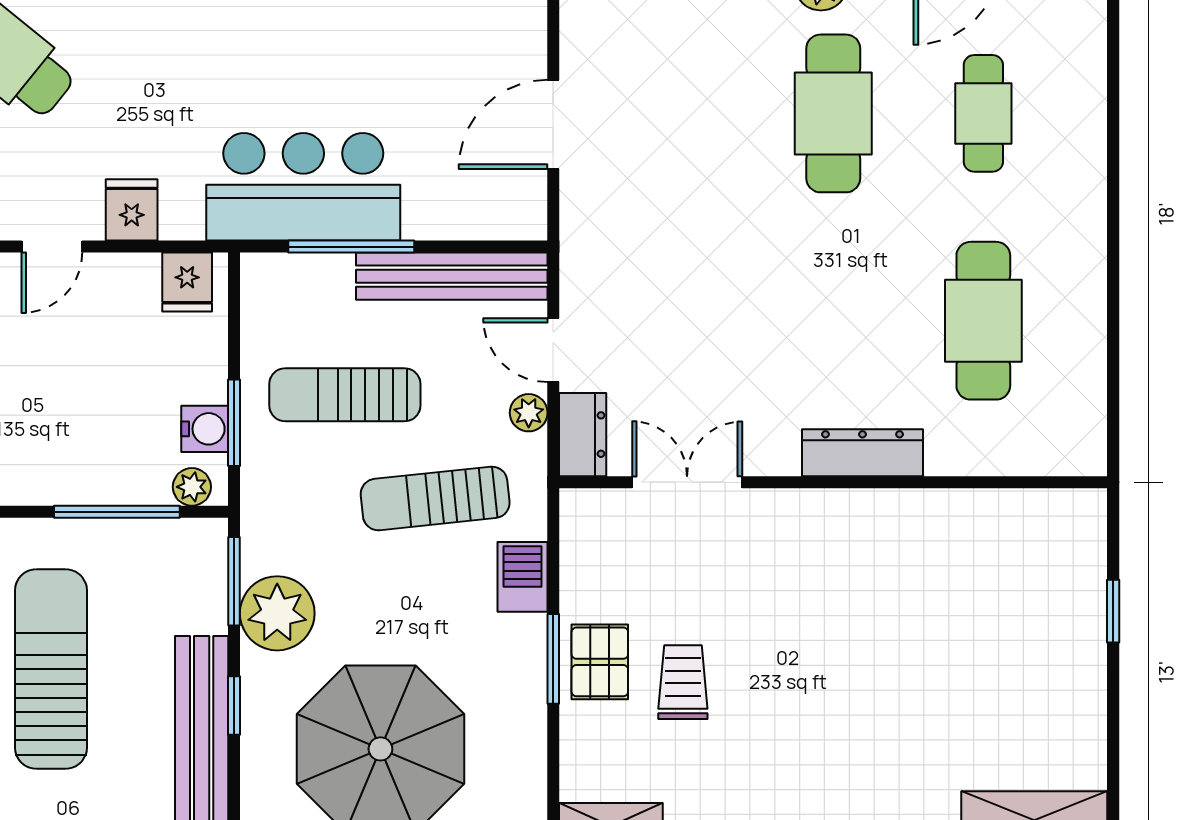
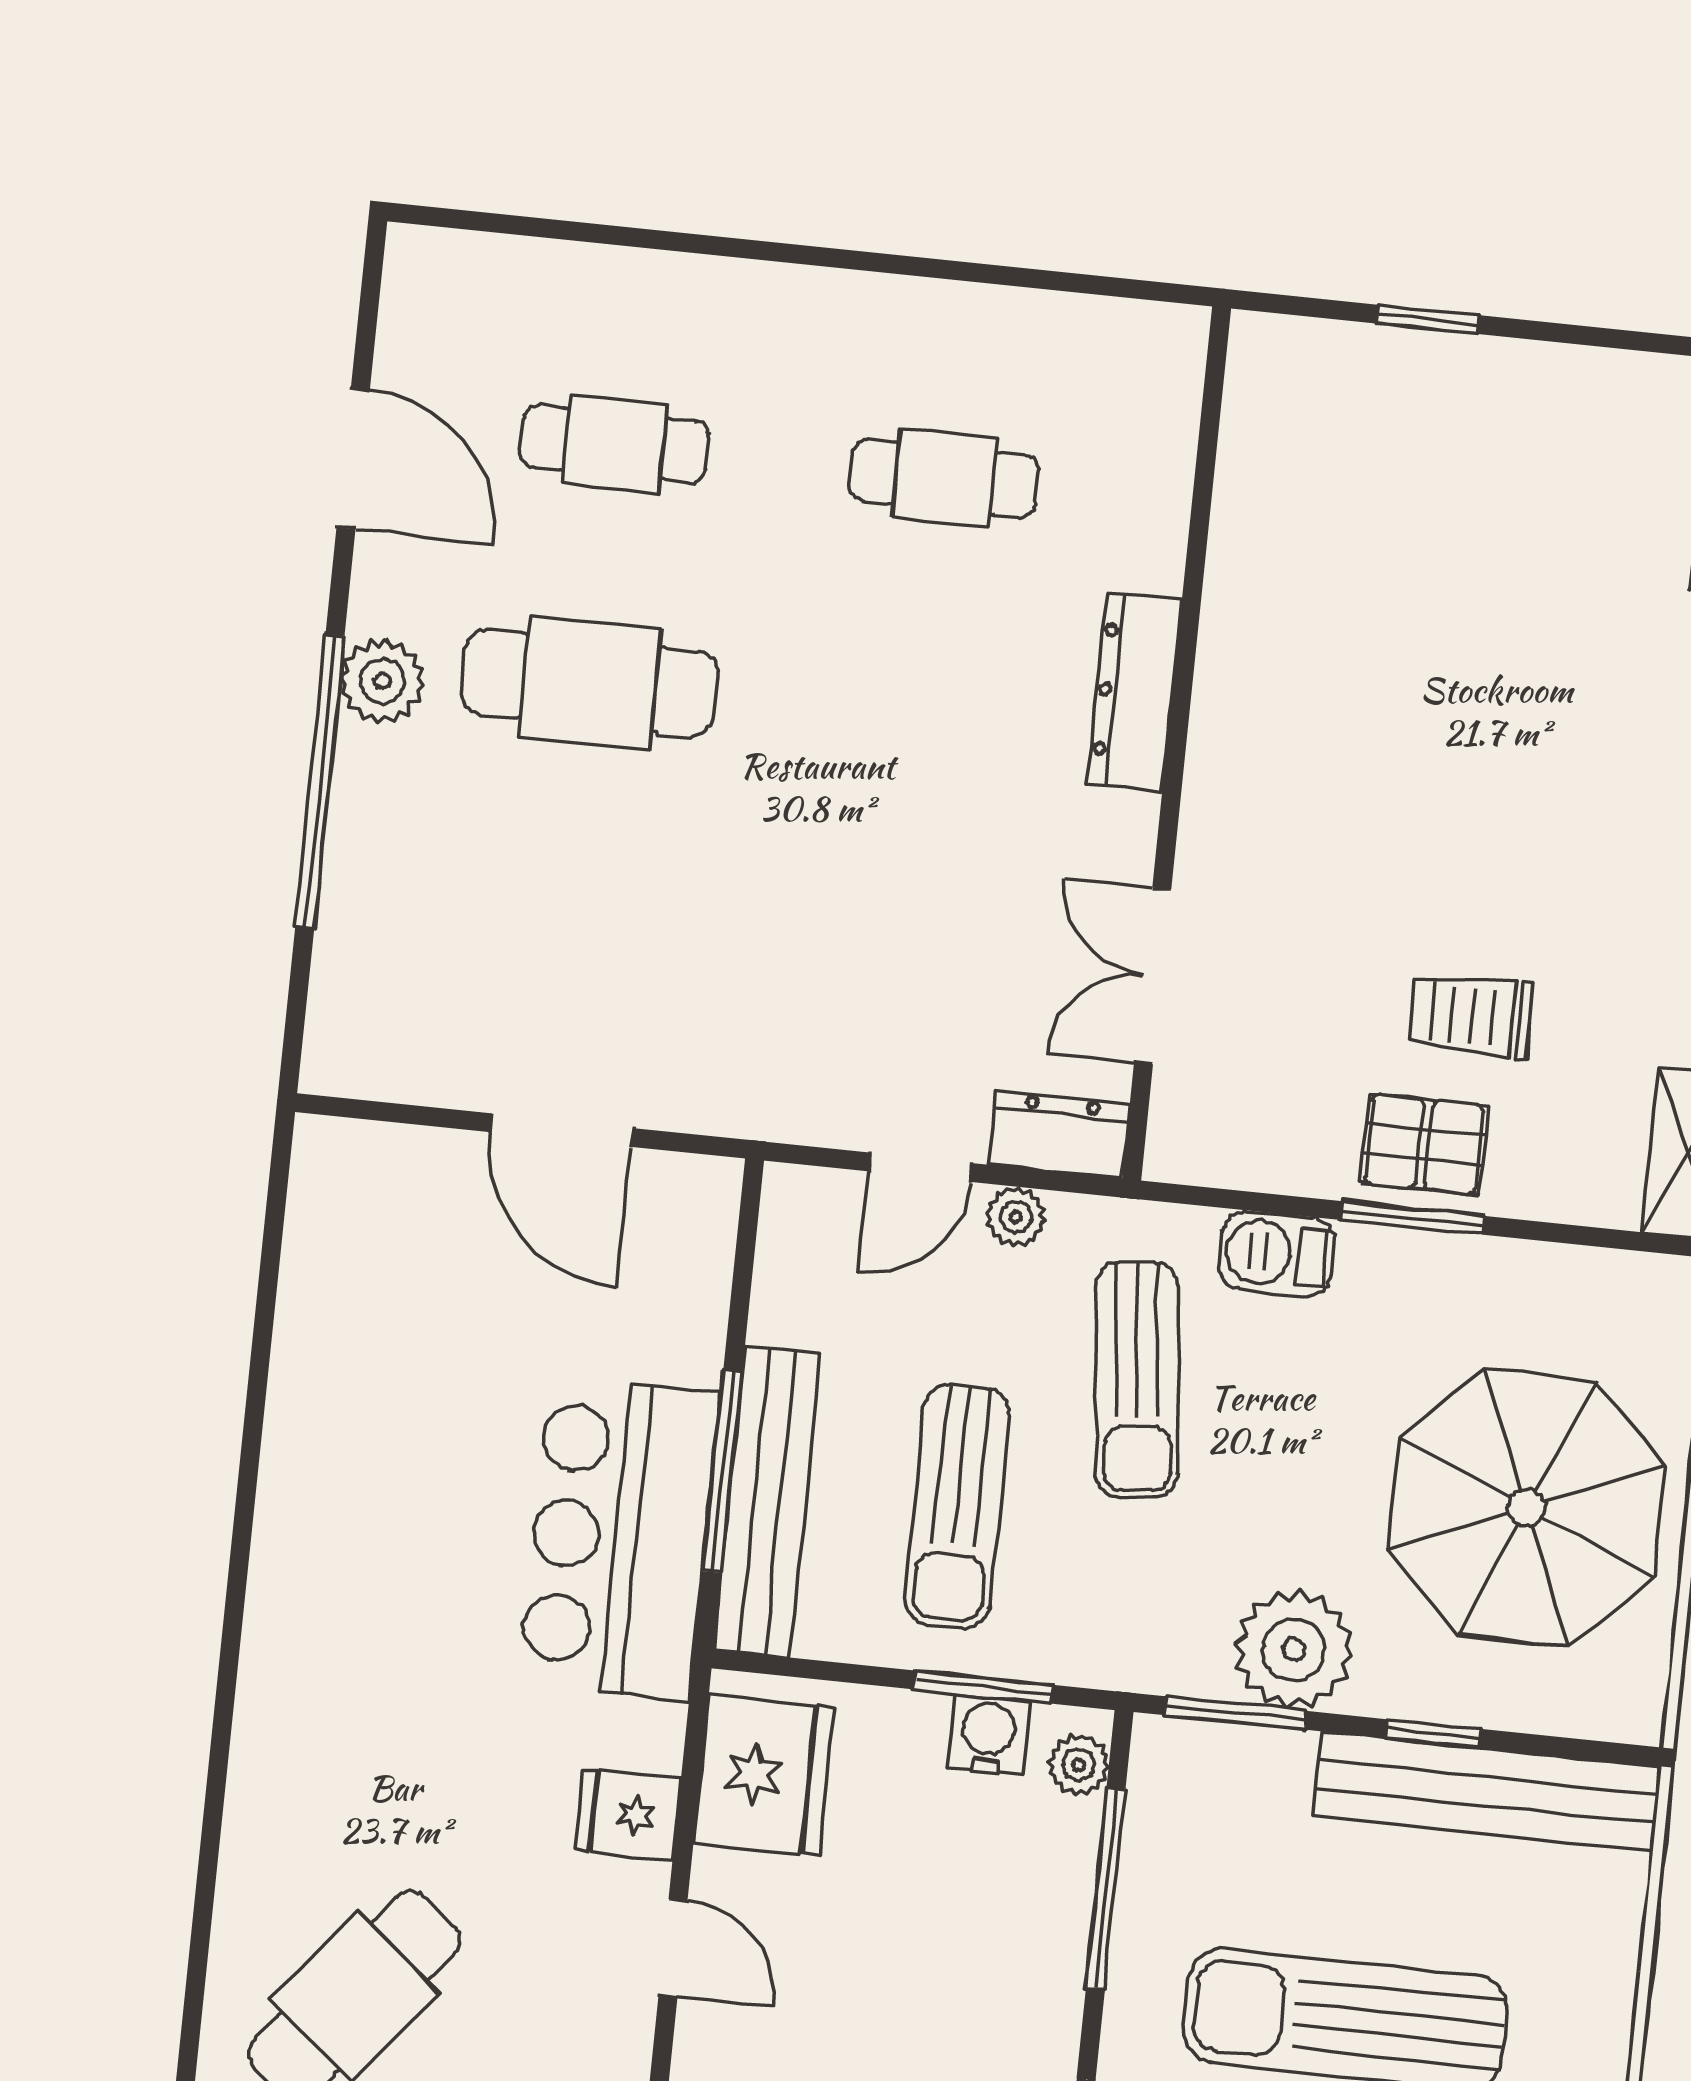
bench: (452, 276) -> (767, 1501), moved
fridge: (187, 282) -> (764, 1775), width x1.88, depth x1.34
cafe table: (983, 321) -> (944, 478), width x0.73, depth x0.74

